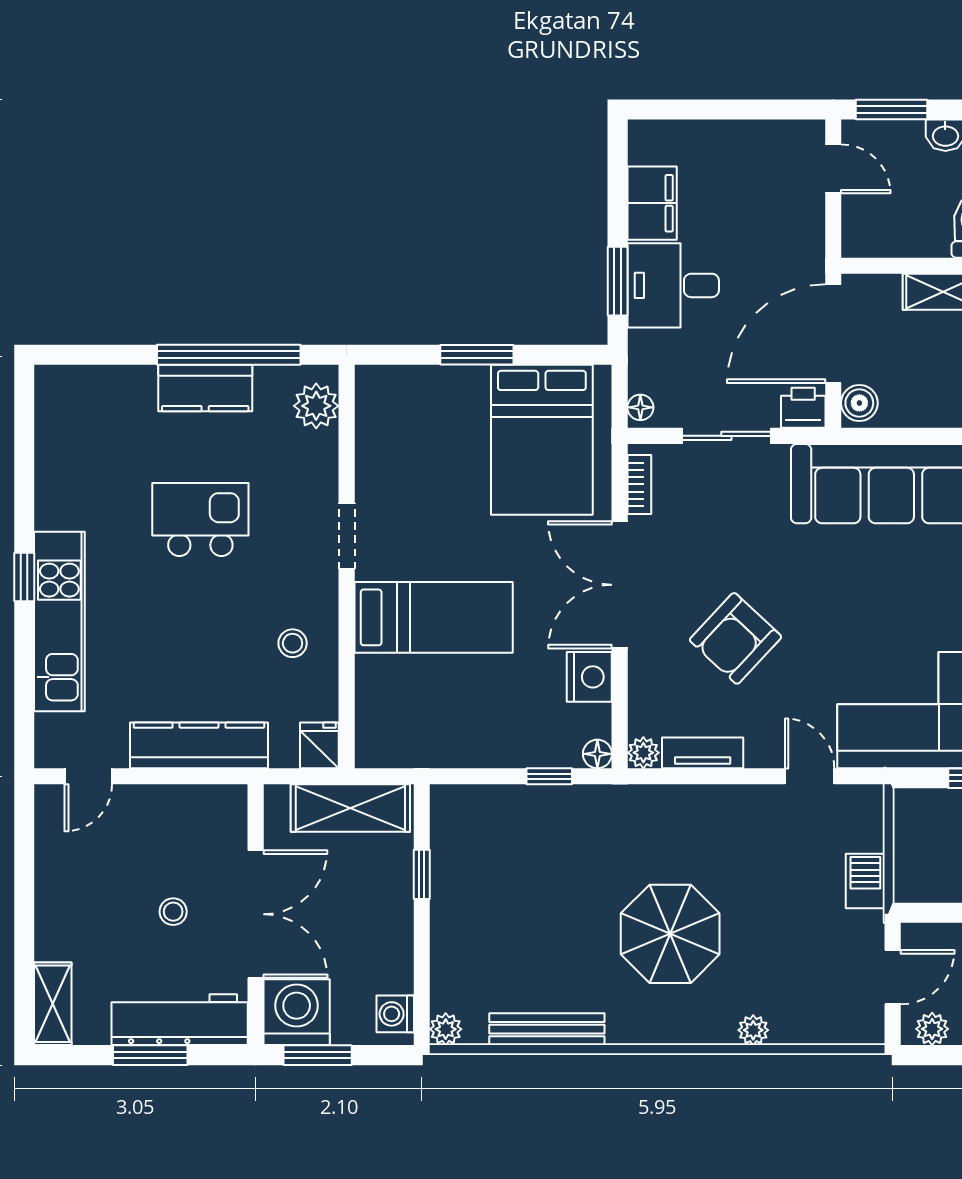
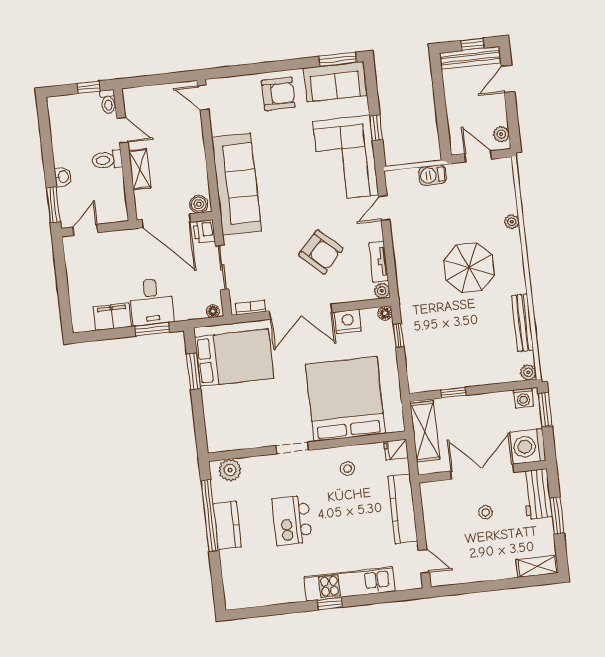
window: (477, 355) -> (194, 371), moved
bed: (434, 617) -> (345, 399), width x2.04
workbench: (180, 1020) -> (537, 494), width x0.73
window: (318, 1055) -> (545, 410), moved

